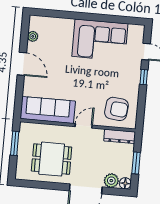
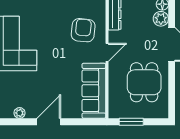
armchair: (116, 109) -> (83, 30), moved
door: (84, 126) -> (107, 52), swing flipped

